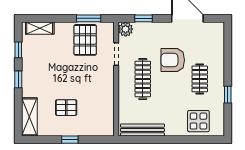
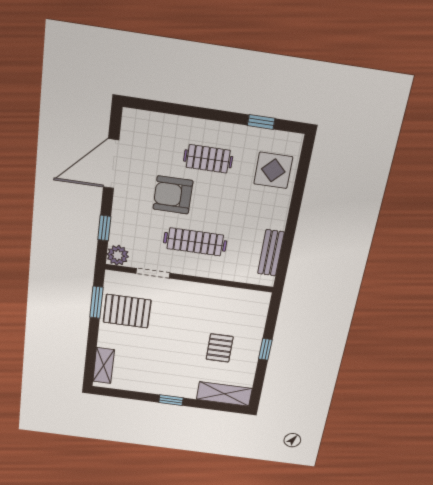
window: (18, 50) -> (131, 395), removed
armchair: (173, 60) -> (173, 195), turned 90
window: (228, 95) -> (261, 122), moved
bench: (142, 130) -> (271, 253), width x0.73

